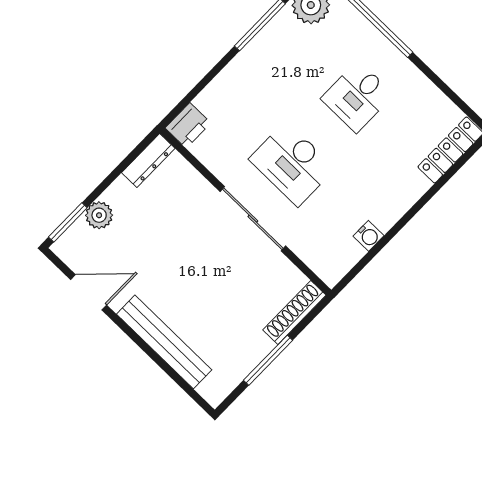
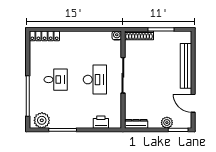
printer: (188, 125) -> (101, 122), moved
water cooler: (368, 236) -> (117, 36), moved

